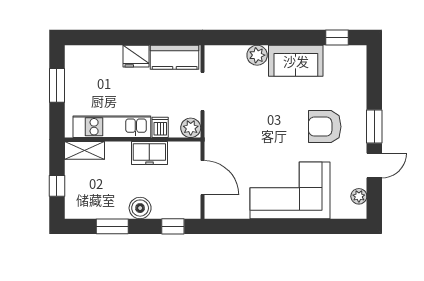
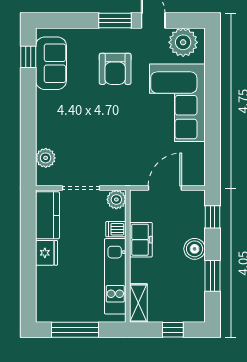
plant: (257, 55) -> (46, 158), moved
sofa: (296, 61) -> (51, 63), moved
window: (57, 85) -> (75, 330), width x1.44
plant: (359, 196) -> (183, 42), width x1.88, depth x1.88

